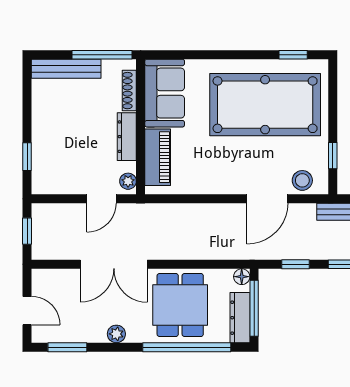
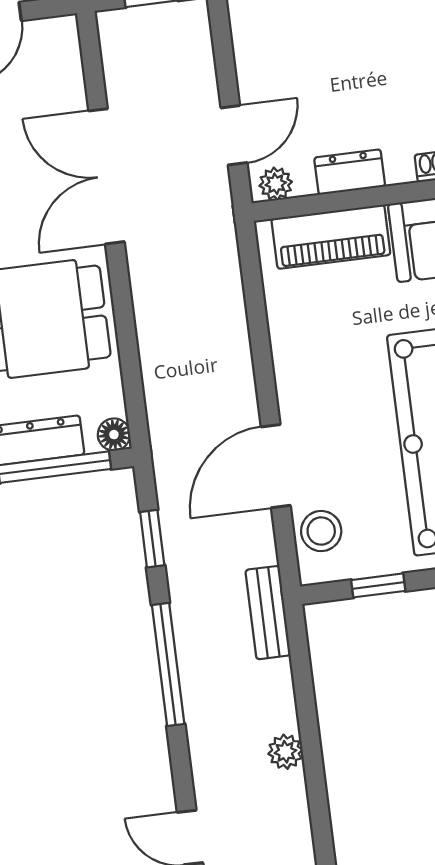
dresser: (127, 137) -> (350, 172), width x0.70
door: (101, 199) -> (234, 135), swing flipped
door: (267, 199) -> (276, 466), hinge flipped

